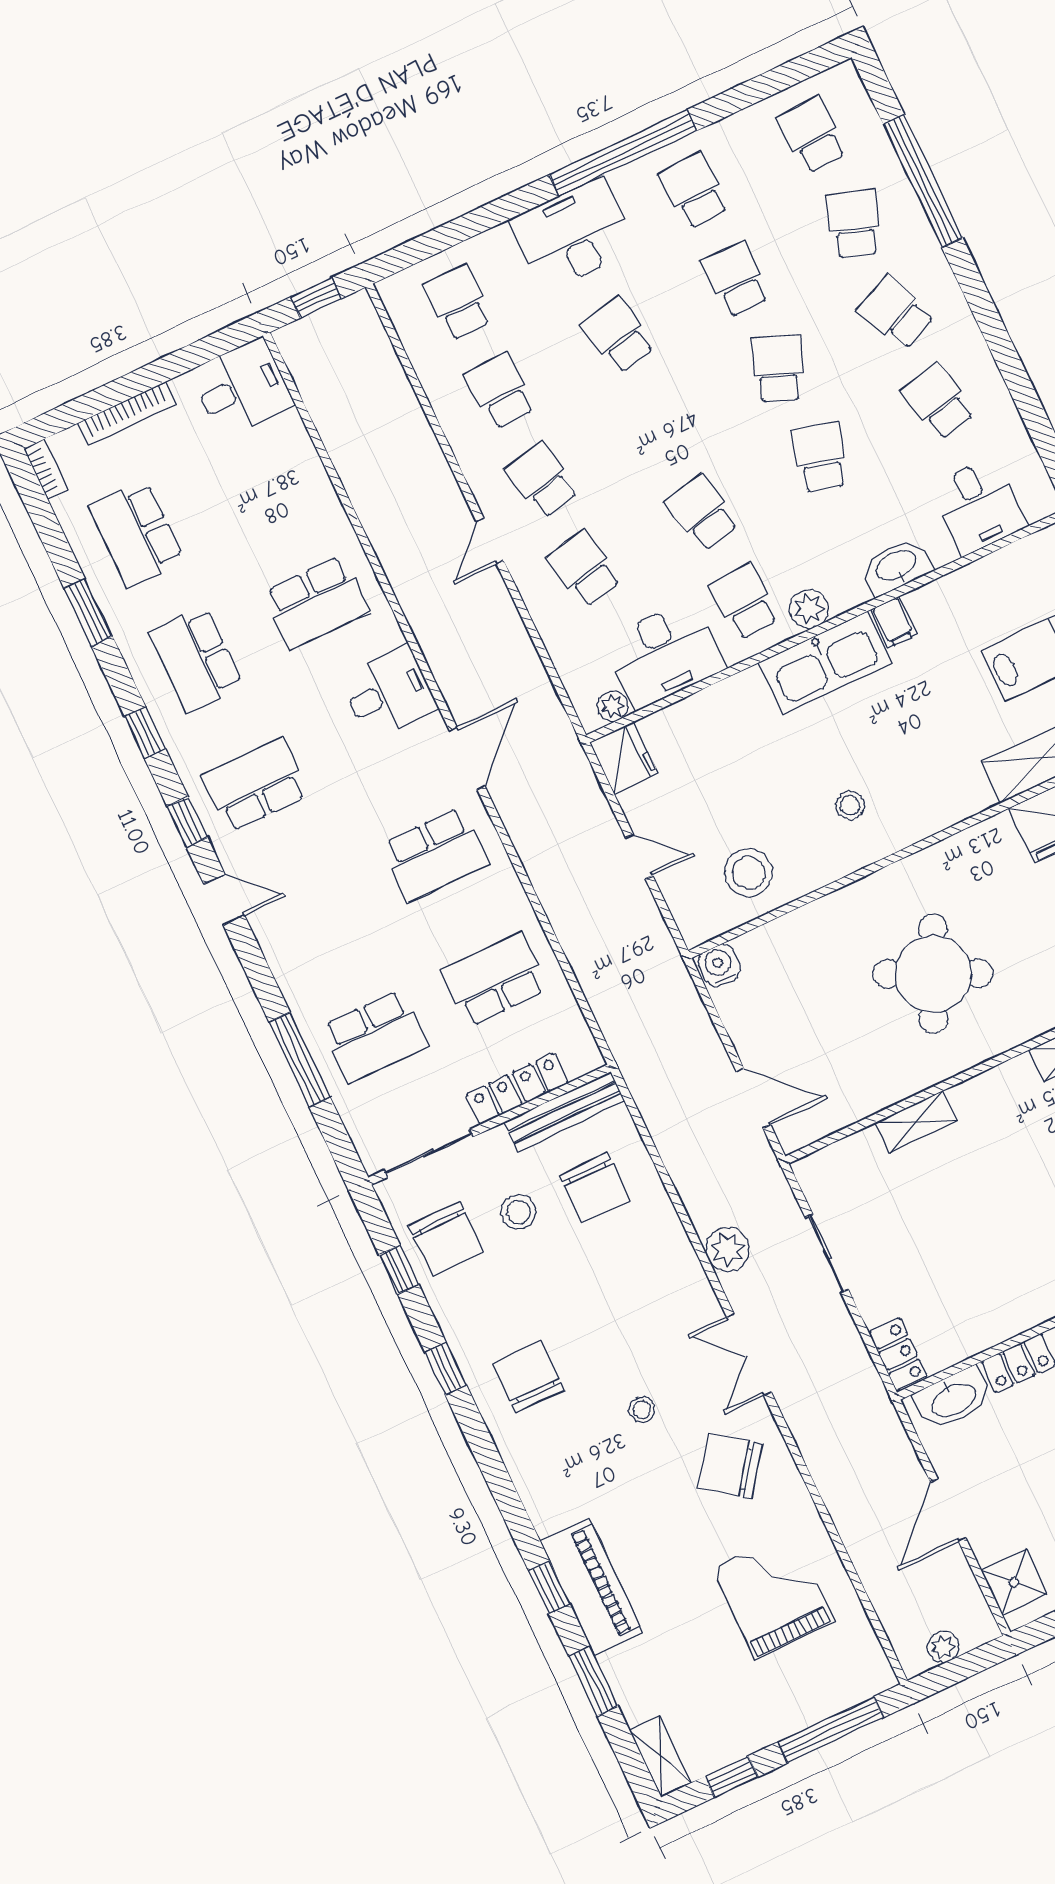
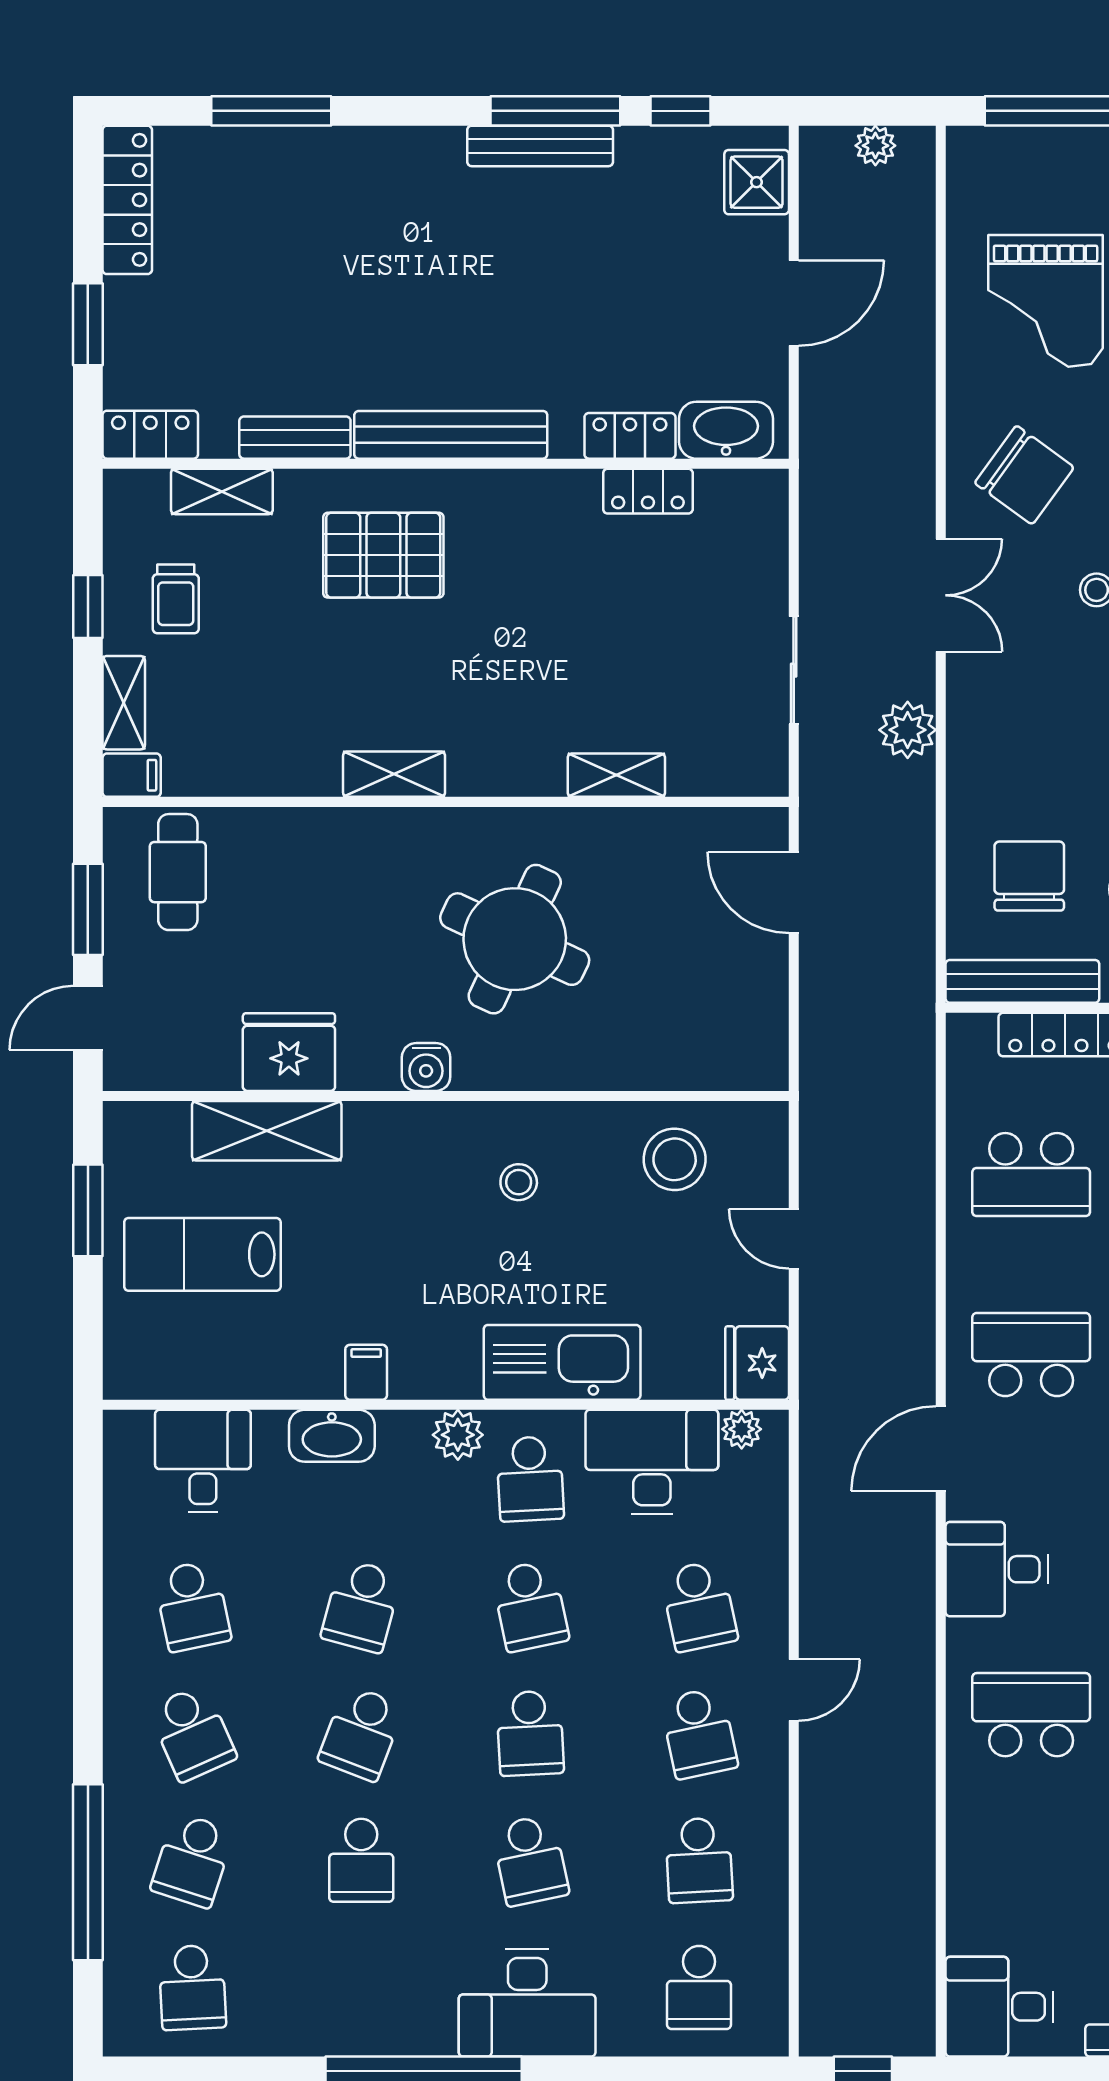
school desk: (694, 191) -> (530, 1733), moved
kitchen sink: (825, 663) -> (562, 1362), moved
water cooler: (719, 965) -> (426, 1067), moved
locker: (898, 1354) -> (648, 491), moved, turned -90

